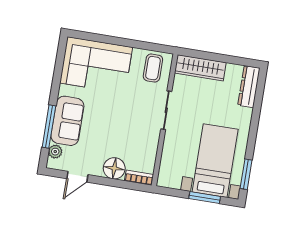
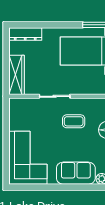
coffee table: (153, 68) -> (74, 121), moved
window: (49, 127) -> (83, 187), removed

